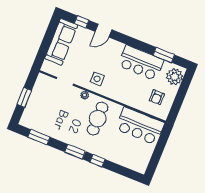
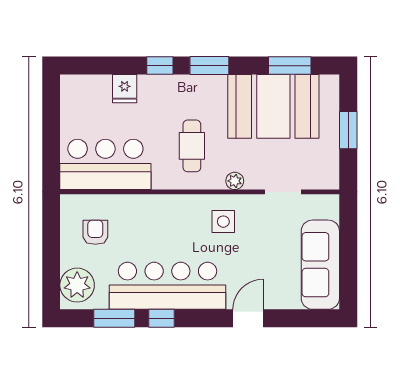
window: (82, 22) -> (161, 318), moved
bar counter: (141, 63) -> (167, 286), width x1.36
cafe table: (98, 119) -> (192, 146), width x0.73, depth x0.74
booth: (54, 122) -> (273, 106), added
fridge: (118, 157) -> (125, 89), added

